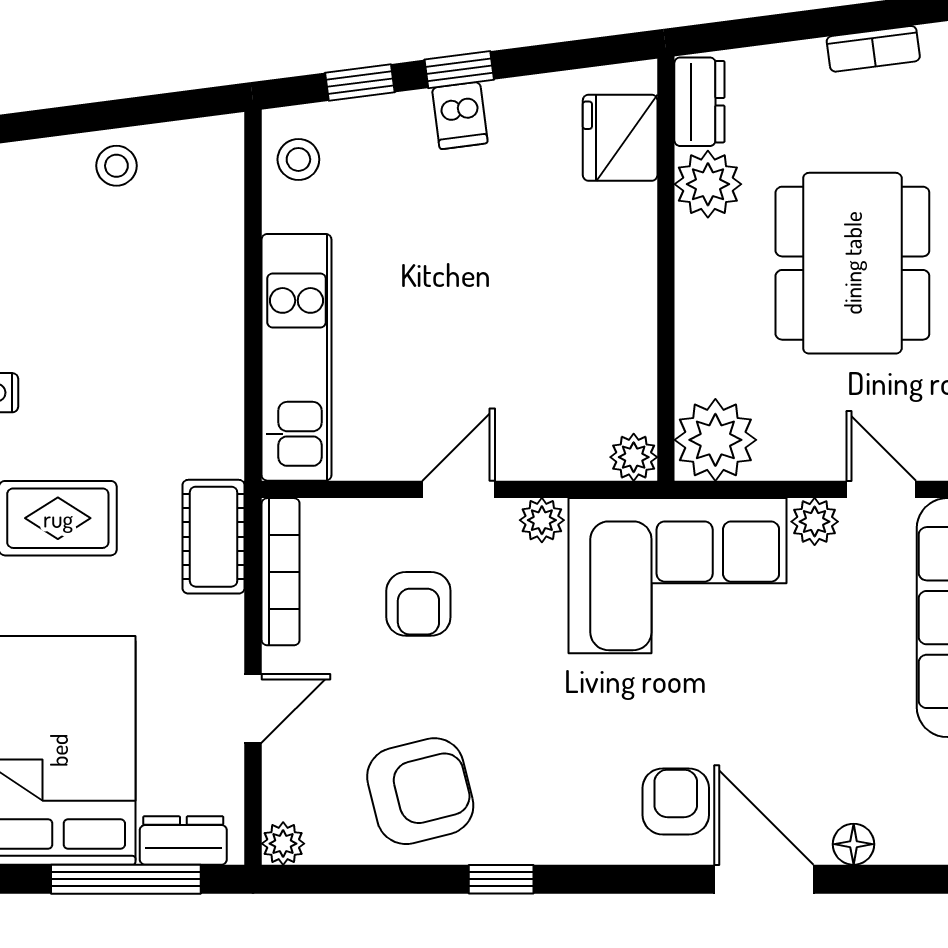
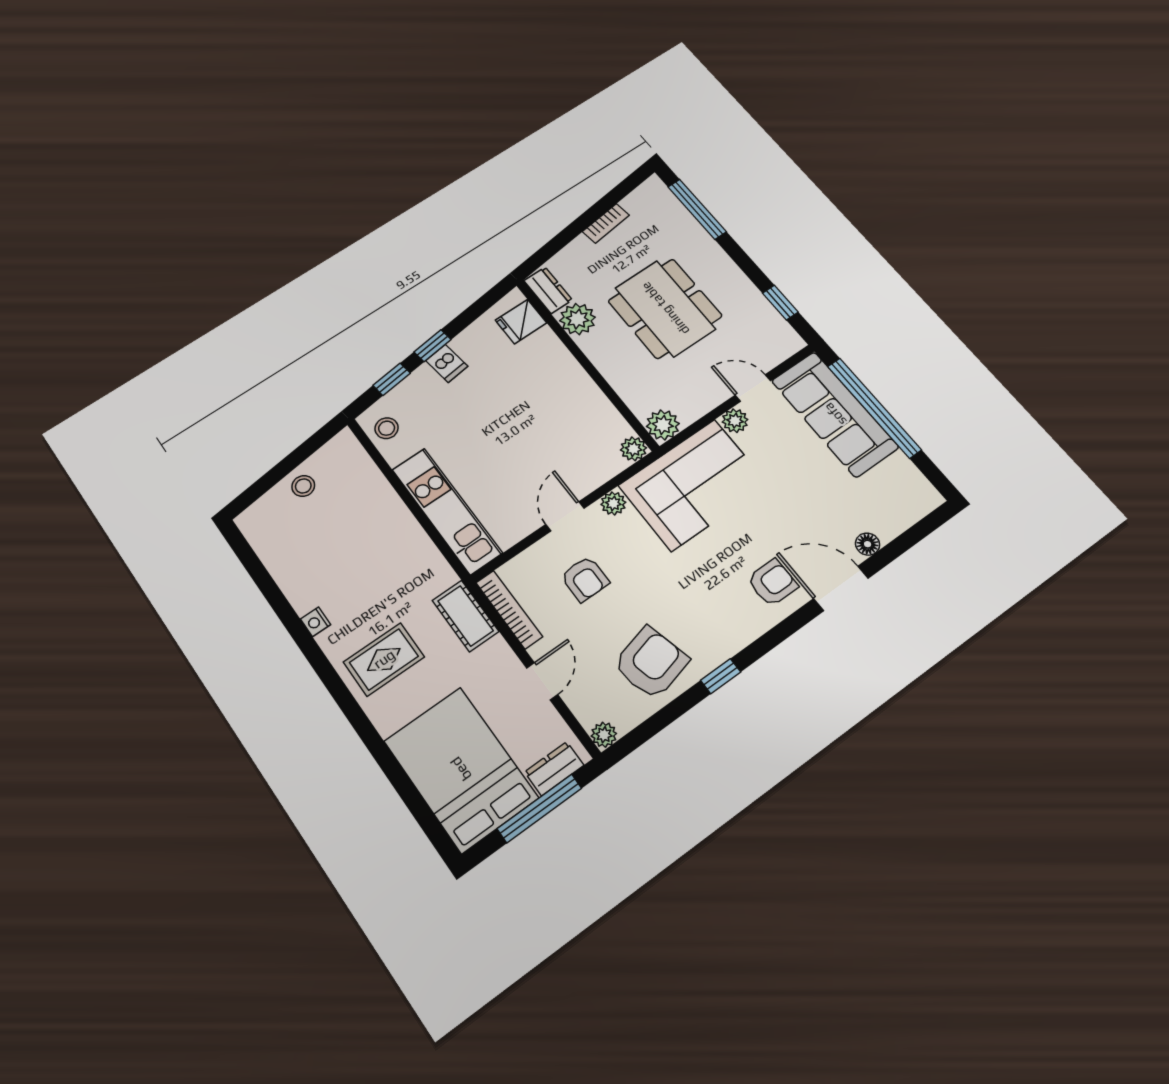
fridge: (620, 138) -> (521, 322), width x0.72
plant: (715, 440) -> (663, 425), width x0.73, depth x0.73
armchair: (676, 801) -> (772, 583), turned 90

